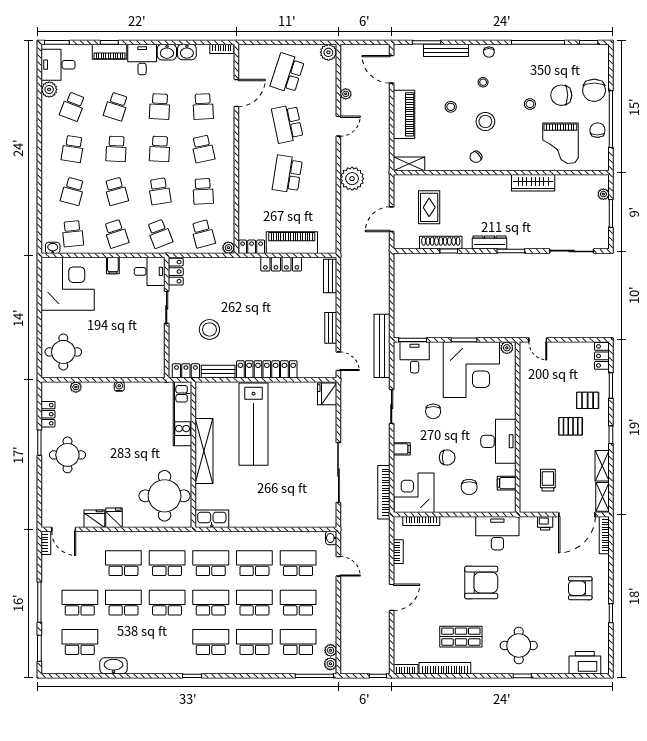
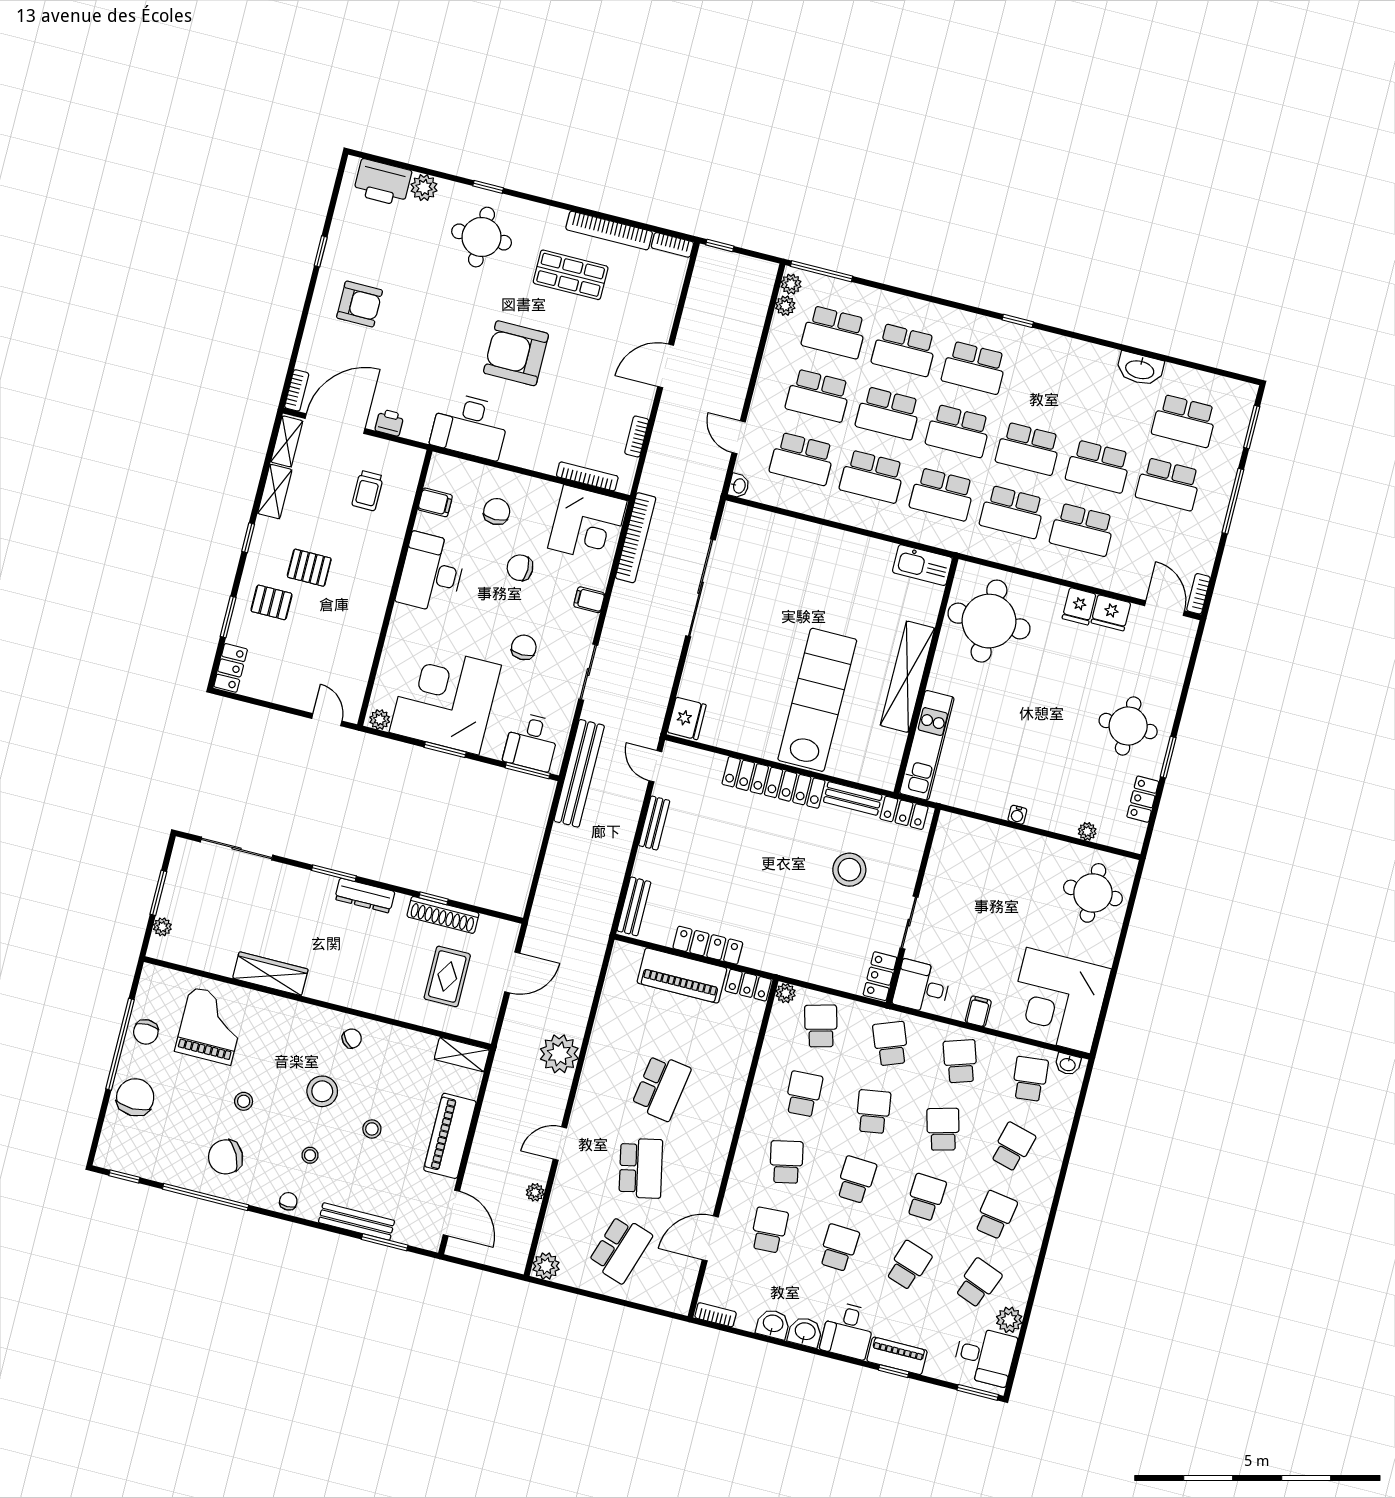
chair: (561, 95) -> (226, 1157), moved, turned 153
bookcase: (604, 535) -> (297, 390), width x0.64
plant: (560, 666) -> (424, 188), added

